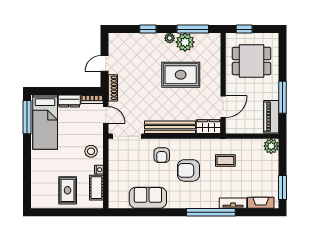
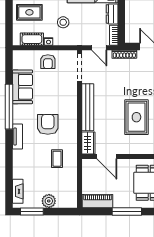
window: (282, 97) -> (127, 211), moved
door: (106, 115) -> (99, 48), hinge flipped
plant: (271, 146) -> (49, 201), moved
stool: (91, 151) -> (63, 22), moved
armchair: (162, 155) -> (48, 62), moved, turned -90
tv unit: (233, 203) -> (17, 137), moved
window: (211, 212) -> (9, 107), moved

